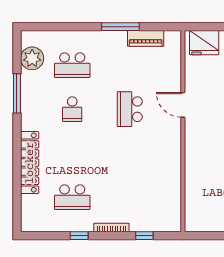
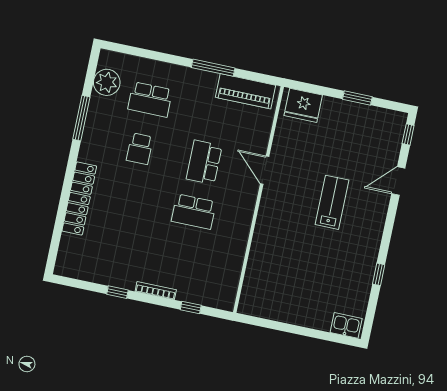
piano: (146, 38) -> (245, 91), width x1.37, depth x1.33
school desk: (72, 197) -> (194, 212), moved

